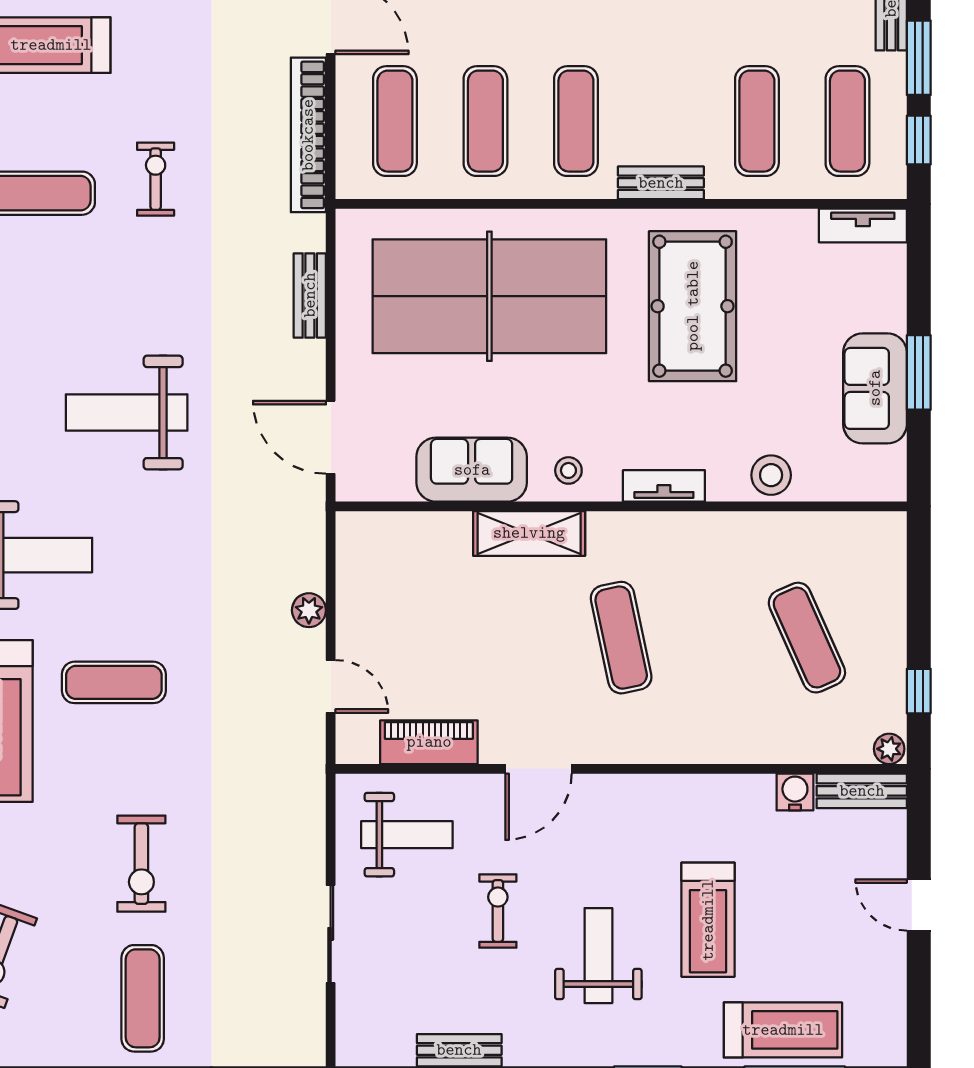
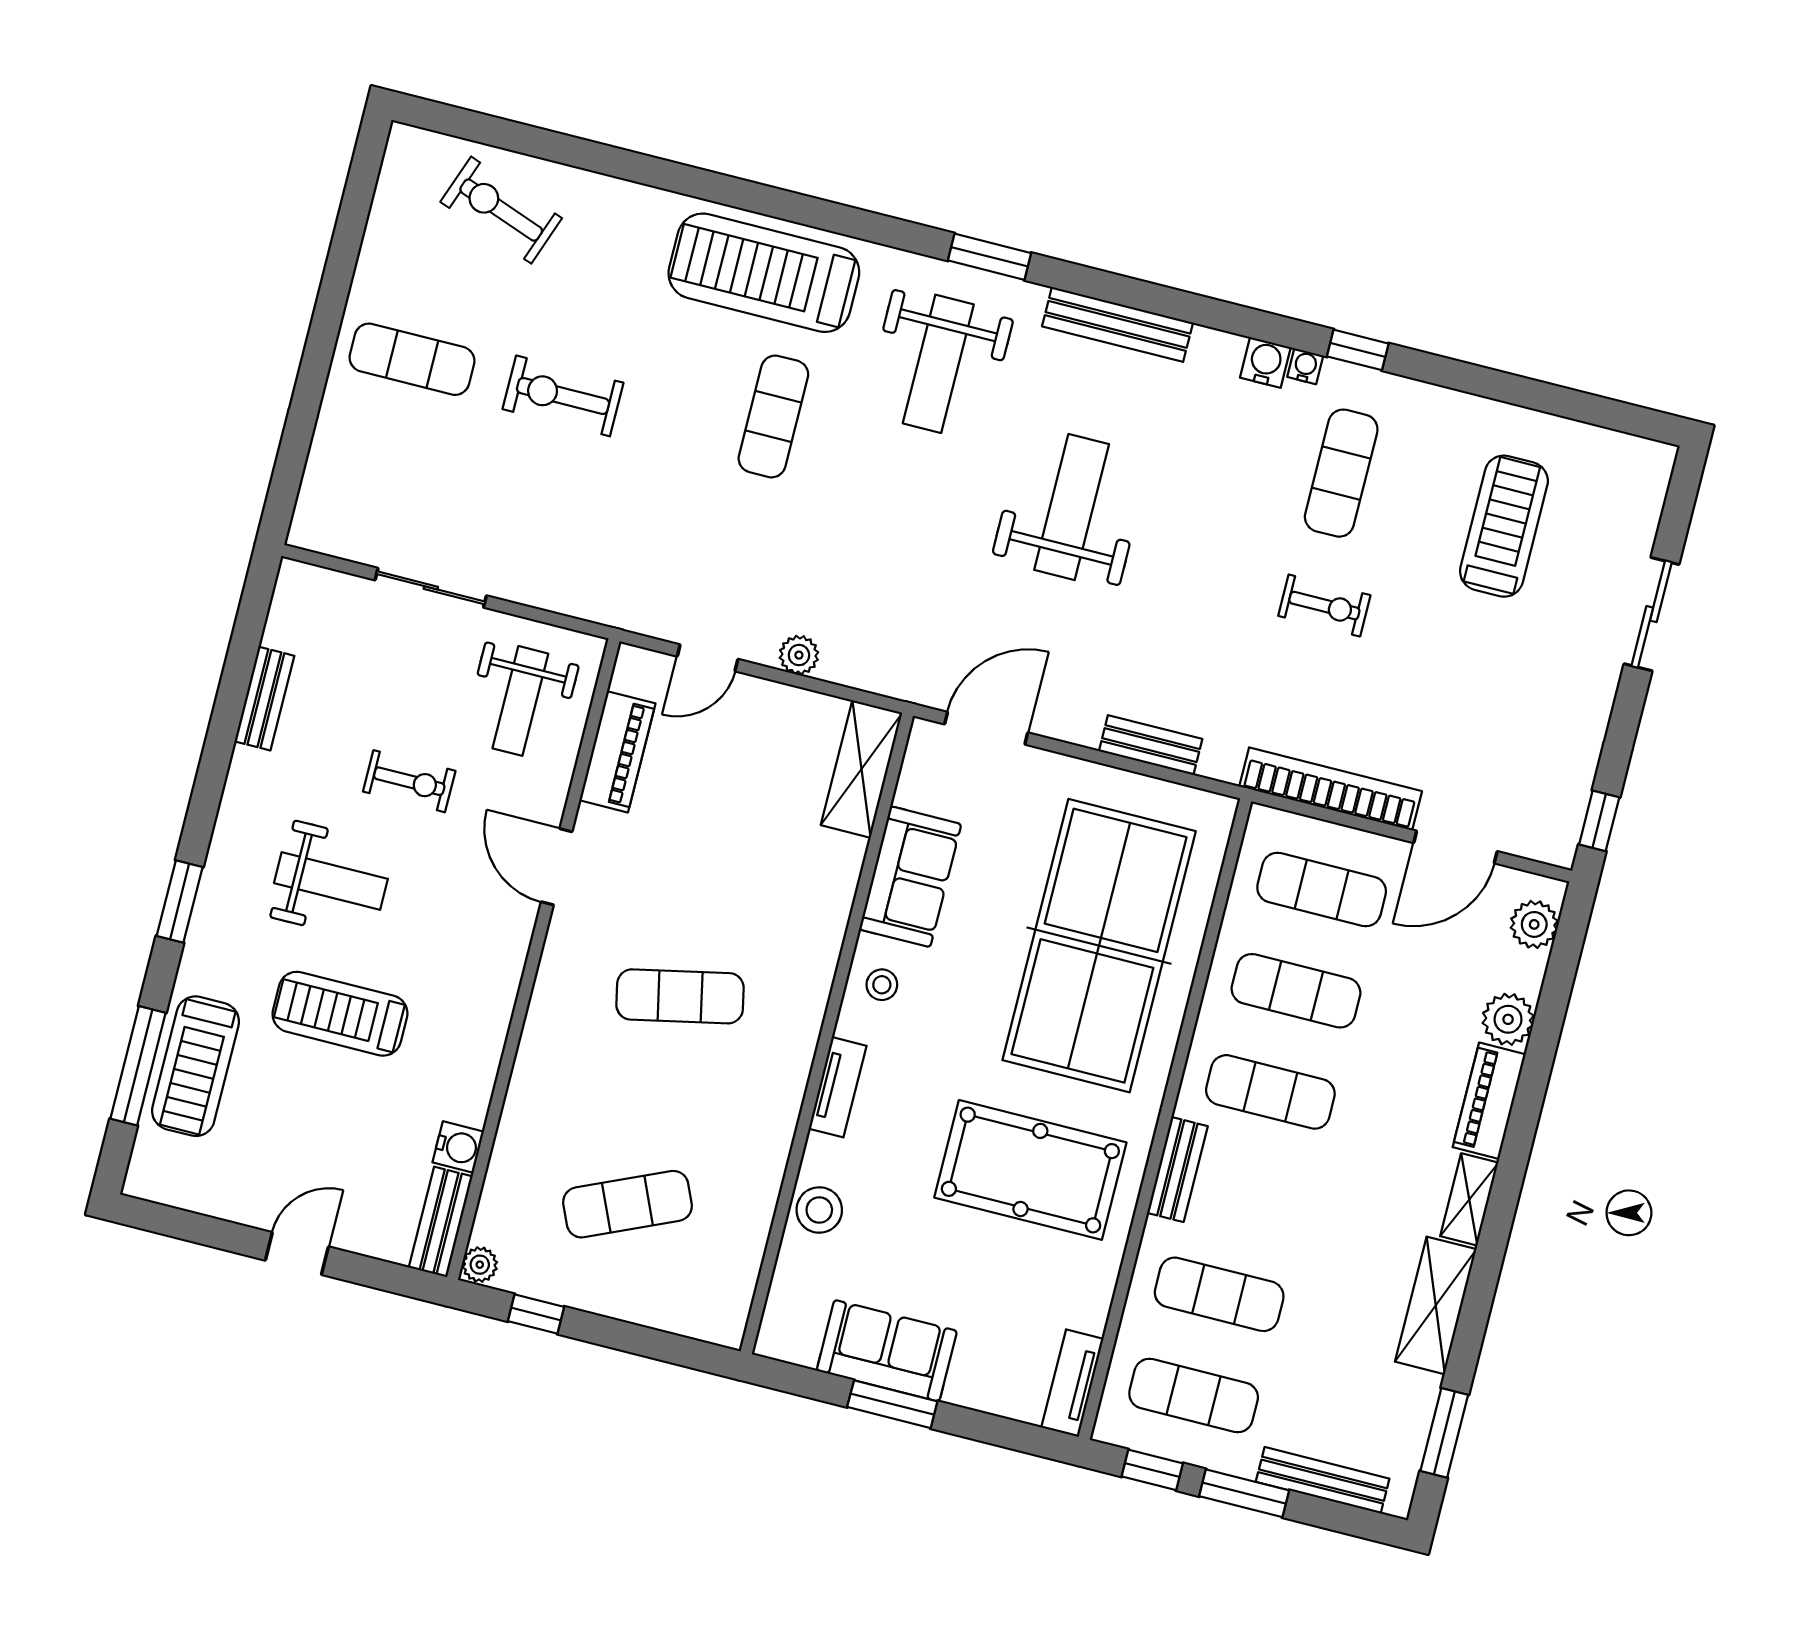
shelving: (529, 533) -> (861, 769), moved

